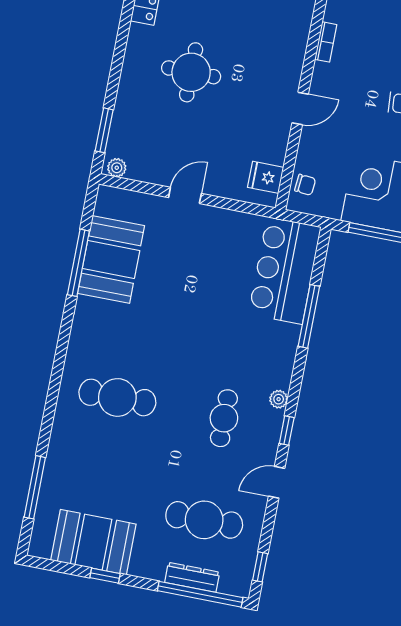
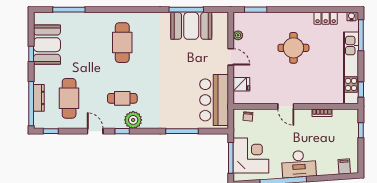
plant: (117, 168) -> (238, 35), moved
fridge: (266, 177) -> (241, 84), moved, turned 90
bar counter: (285, 270) -> (214, 100), moved, turned -90
plant: (279, 399) -> (133, 120), width x1.87, depth x1.87

